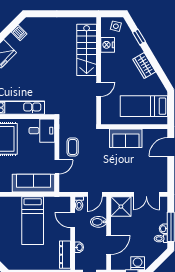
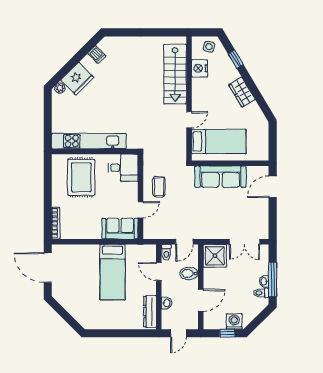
bed: (144, 106) -> (219, 141), moved, turned 180
sofa: (126, 138) -> (221, 177), width x1.36
sofa: (33, 183) -> (120, 229), width x0.73

